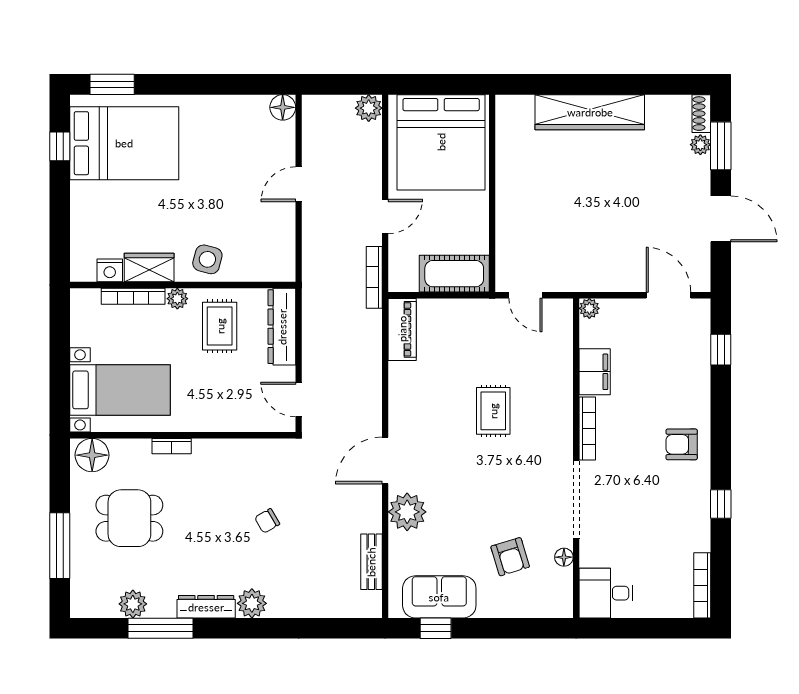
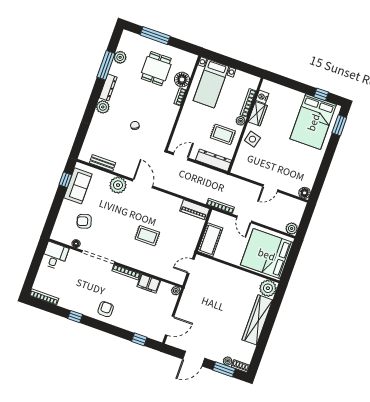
plant: (514, 114) -> (268, 288), added
door: (299, 184) -> (270, 188), swing flipped
floor lamp: (92, 455) -> (182, 80), moved

